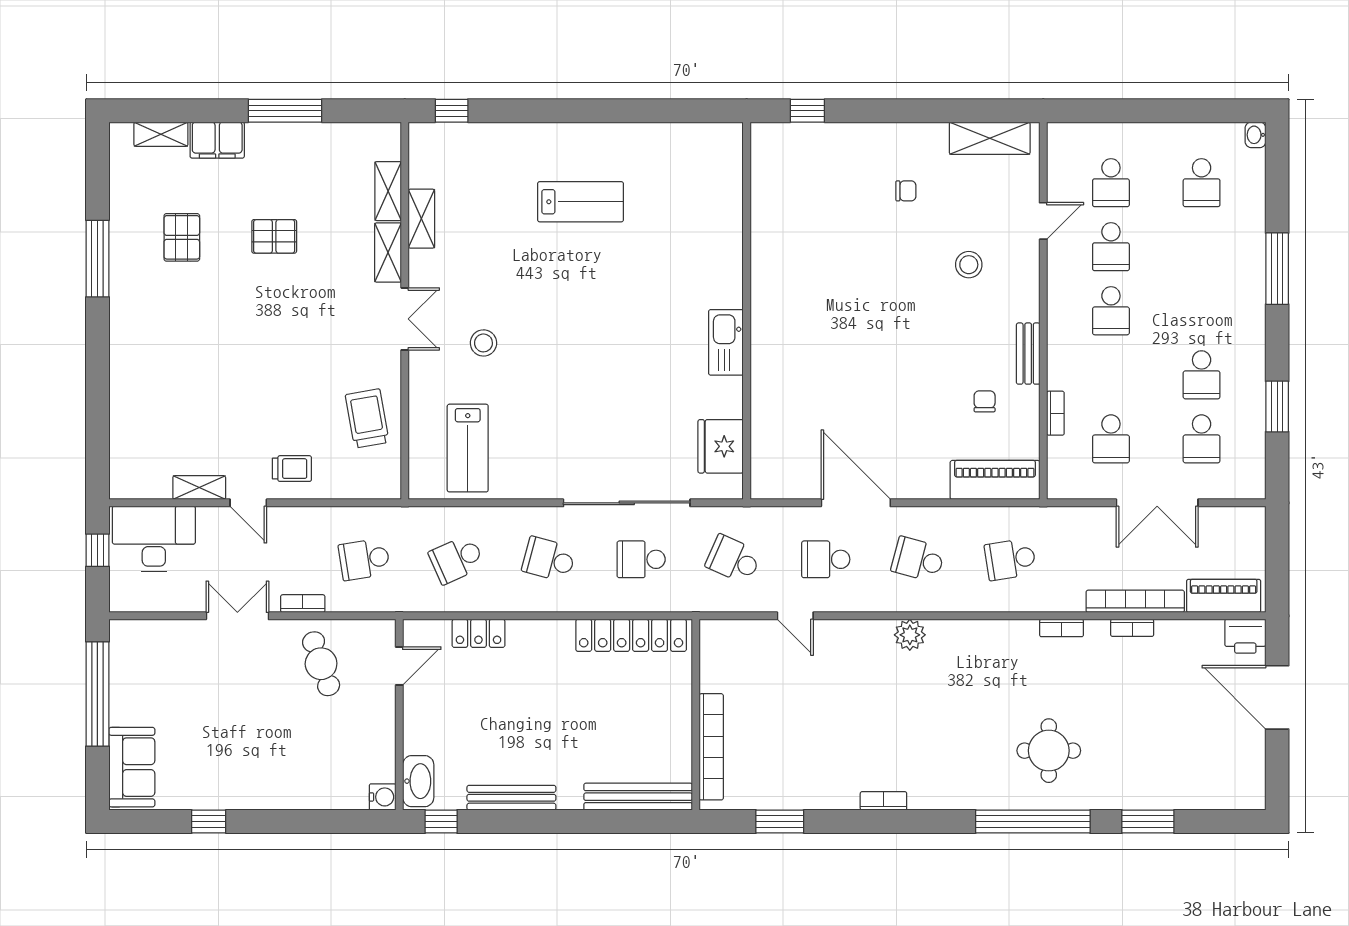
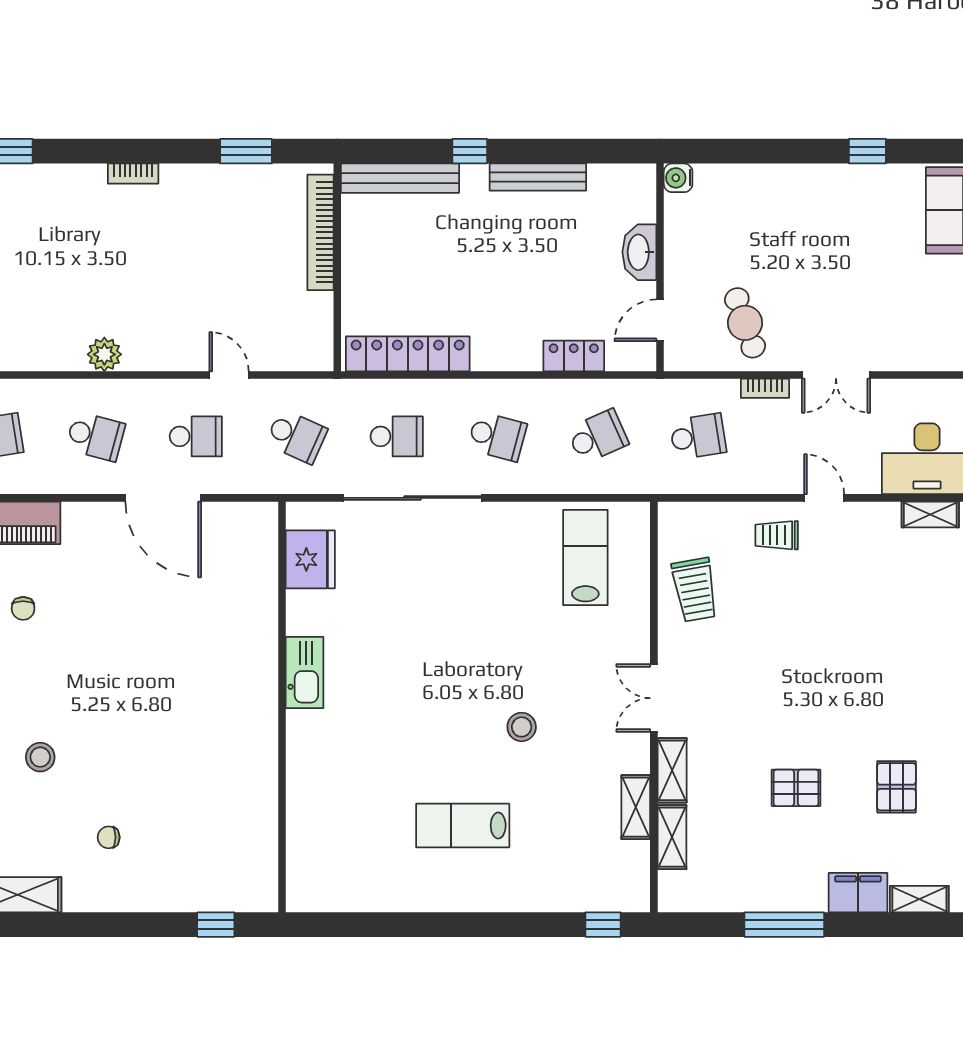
stool: (483, 343) -> (522, 727), moved
shelving: (199, 488) -> (930, 515), moved
washbasin: (418, 781) -> (639, 252), moved
window: (441, 821) -> (470, 151), moved

